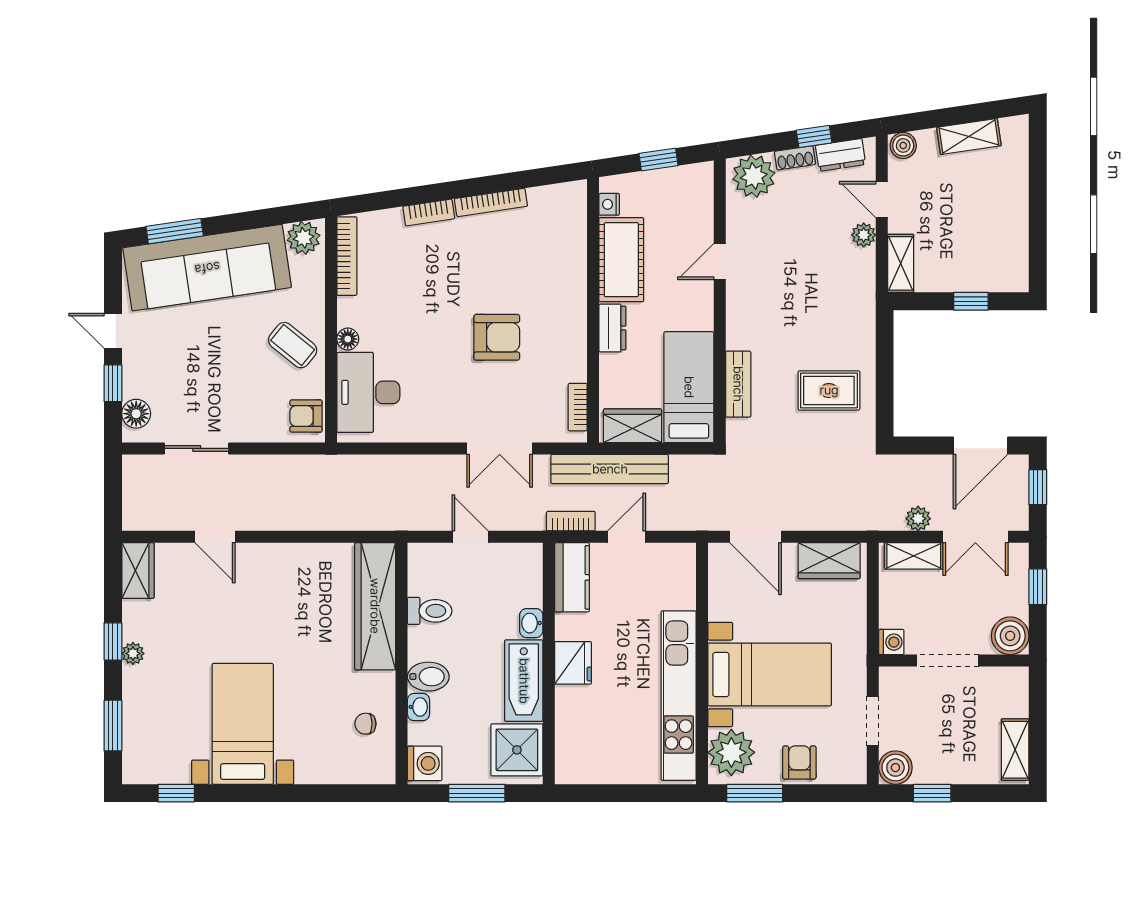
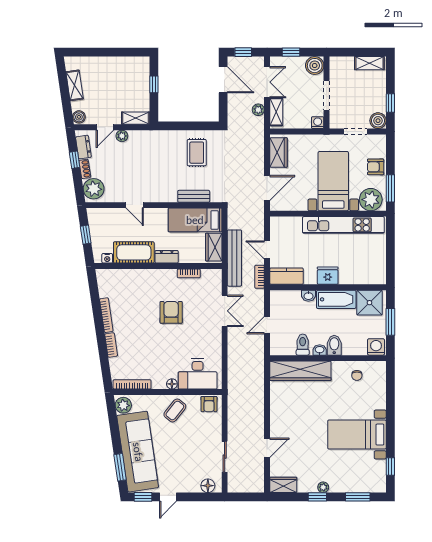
window: (113, 383) -> (143, 497), moved
bookcase: (578, 407) -> (189, 273), moved
washbasin: (419, 707) -> (320, 350), moved

